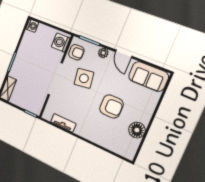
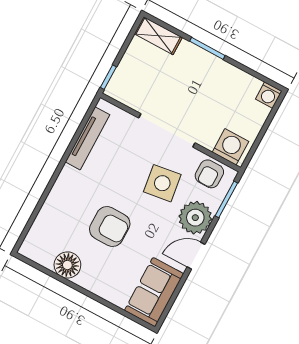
plant: (103, 53) -> (195, 218), width x1.87, depth x1.87
armchair: (111, 106) -> (110, 227), turned -90
tv unit: (63, 123) -> (88, 138), width x1.41

